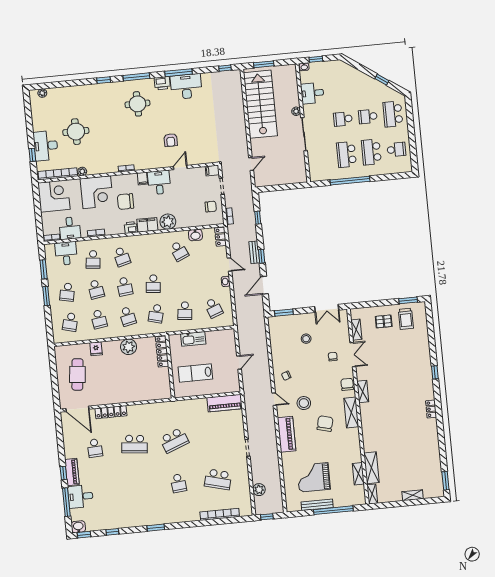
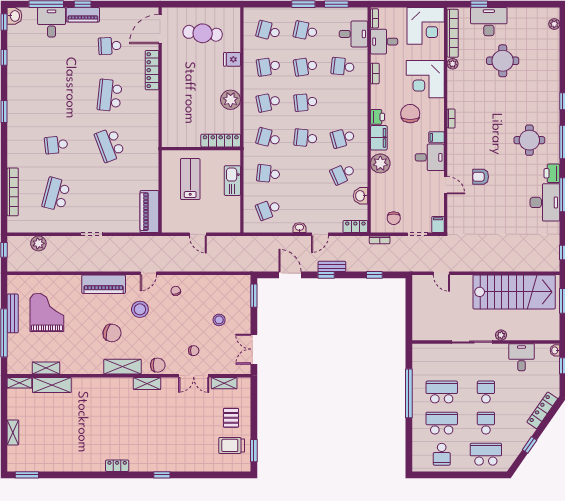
locker: (353, 72) -> (542, 410), added
school desk: (122, 257) -> (343, 138), moved

